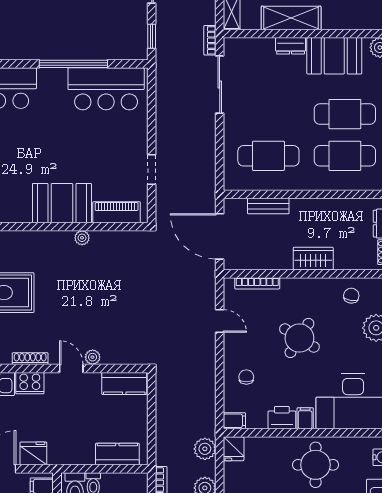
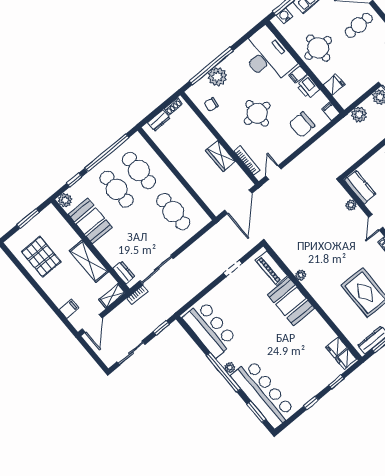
dresser: (291, 46) -> (124, 273), moved
window: (73, 64) -> (223, 372), moved
plant: (45, 75) -> (230, 368), added
bench: (268, 206) -> (200, 189), removed
wardrobe: (313, 259) -> (220, 156), moved
door: (220, 321) -> (273, 172), moved
round table: (299, 338) -> (257, 113), turned -32
plant: (93, 357) -> (351, 205), moved
chair: (246, 377) -> (302, 124), width x1.87, depth x1.87
fridge: (234, 449) -> (334, 85), moved

